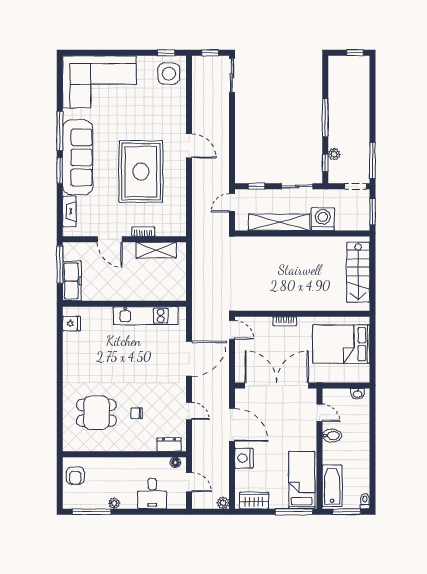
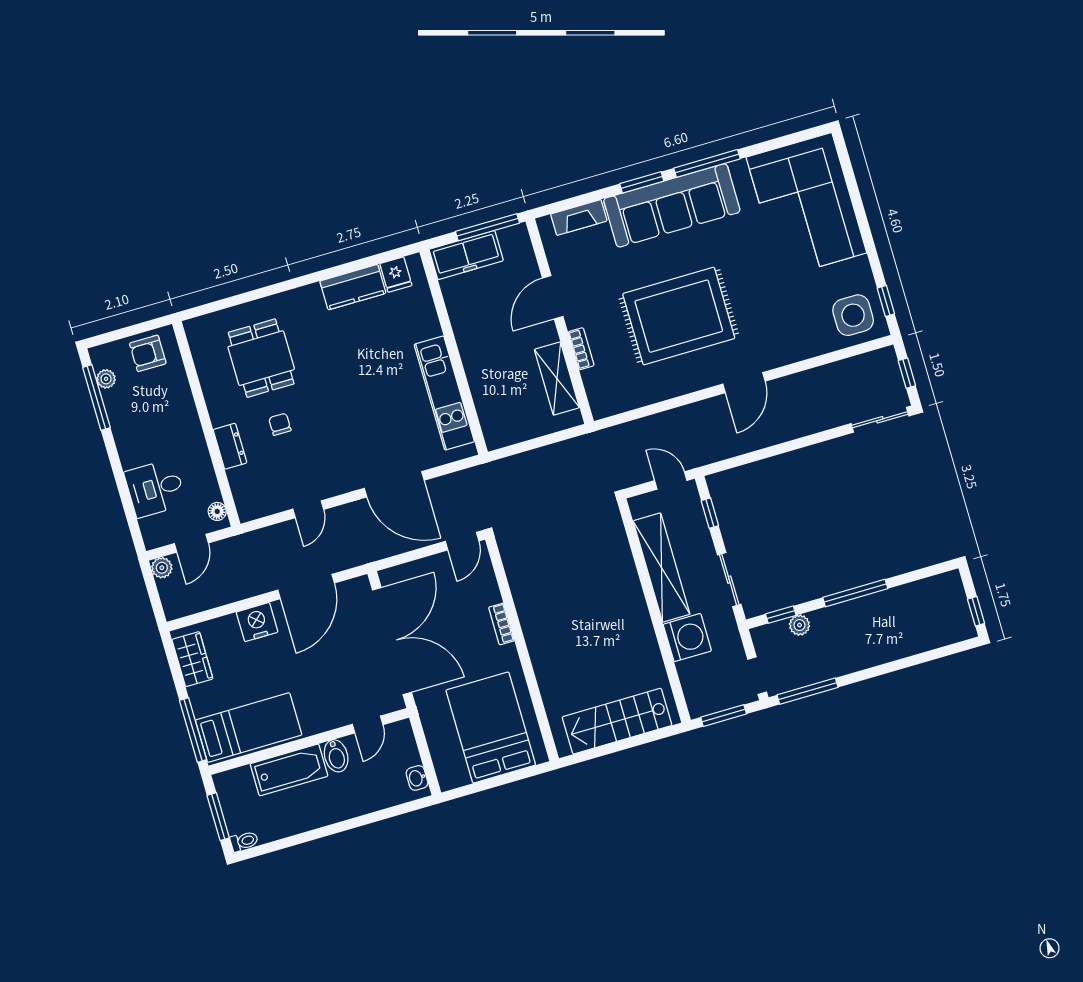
kitchen counter: (72, 350) -> (353, 287), added
dresser: (169, 445) -> (230, 446), moved
bathtub: (332, 486) -> (289, 770), moved
plant: (114, 503) -> (106, 379), moved
plant: (223, 503) -> (162, 568), moved

